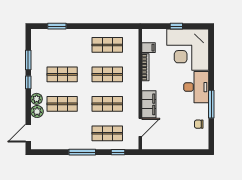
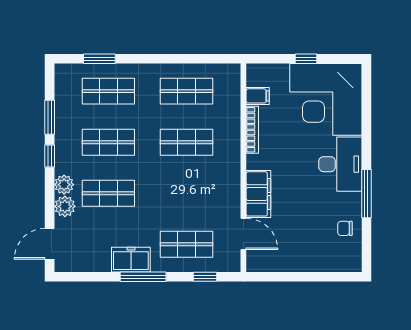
shop shelf: (107, 104) -> (108, 91), moved
door: (140, 127) -> (243, 234), hinge flipped
freezer: (75, 142) -> (131, 260), added

